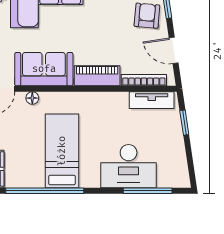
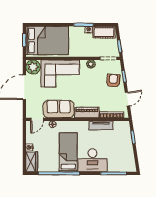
door: (174, 50) -> (127, 99), swing flipped
tv unit: (152, 100) -> (101, 125), moved
desk: (129, 166) -> (92, 160), moved

